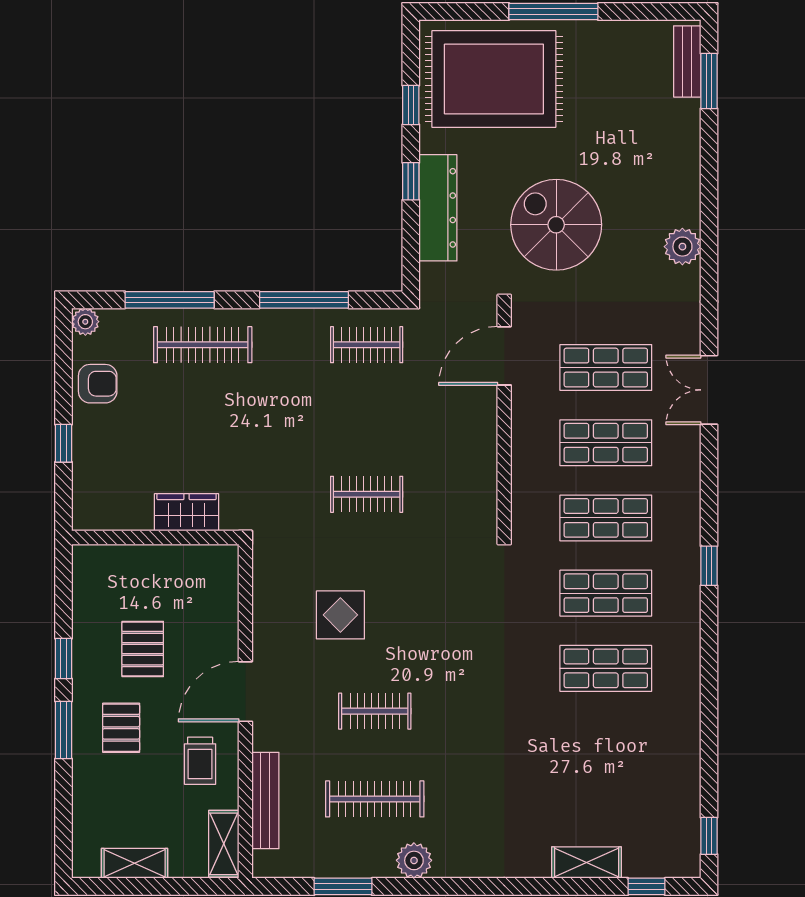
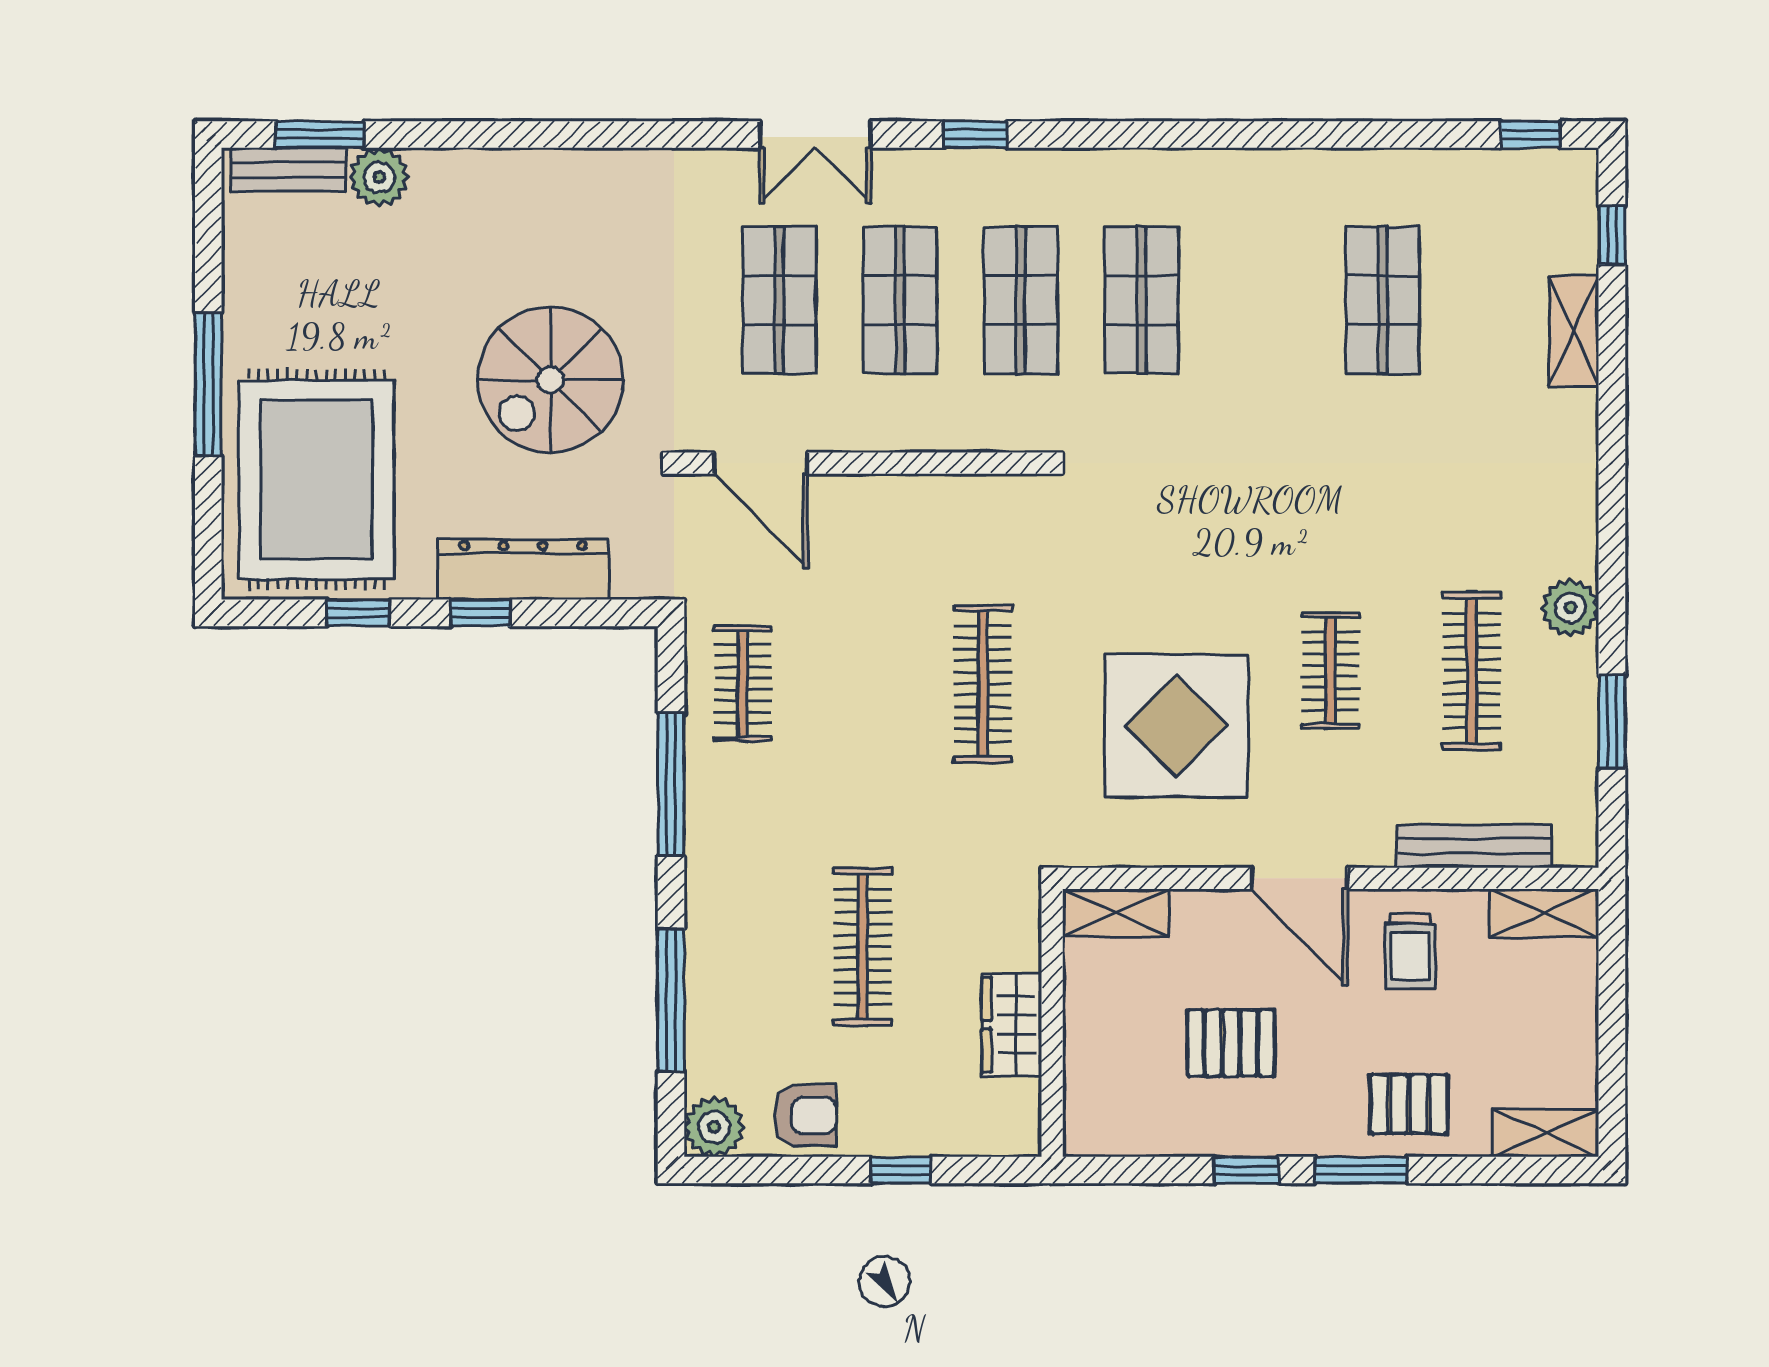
plant: (682, 247) -> (379, 177), moved
plant: (85, 322) -> (714, 1127), width x1.38, depth x1.38
clothes rail: (203, 345) -> (863, 947), moved
armchair: (98, 384) -> (805, 1115), turned 90
clothes rail: (367, 494) -> (983, 684), width x1.36
wardrobe: (187, 512) -> (1012, 1025), moved
window: (709, 566) -> (975, 135), moved
shelving: (224, 577) -> (1116, 913), added
display table: (340, 615) -> (1176, 726), width x1.86, depth x1.86
shop shelf: (606, 668) -> (1383, 300), moved
pallet: (121, 728) -> (1409, 1104), moved
trolley: (200, 761) -> (1410, 951), turned 90
shelving: (135, 863) -> (1546, 1133), moved, turned 90

